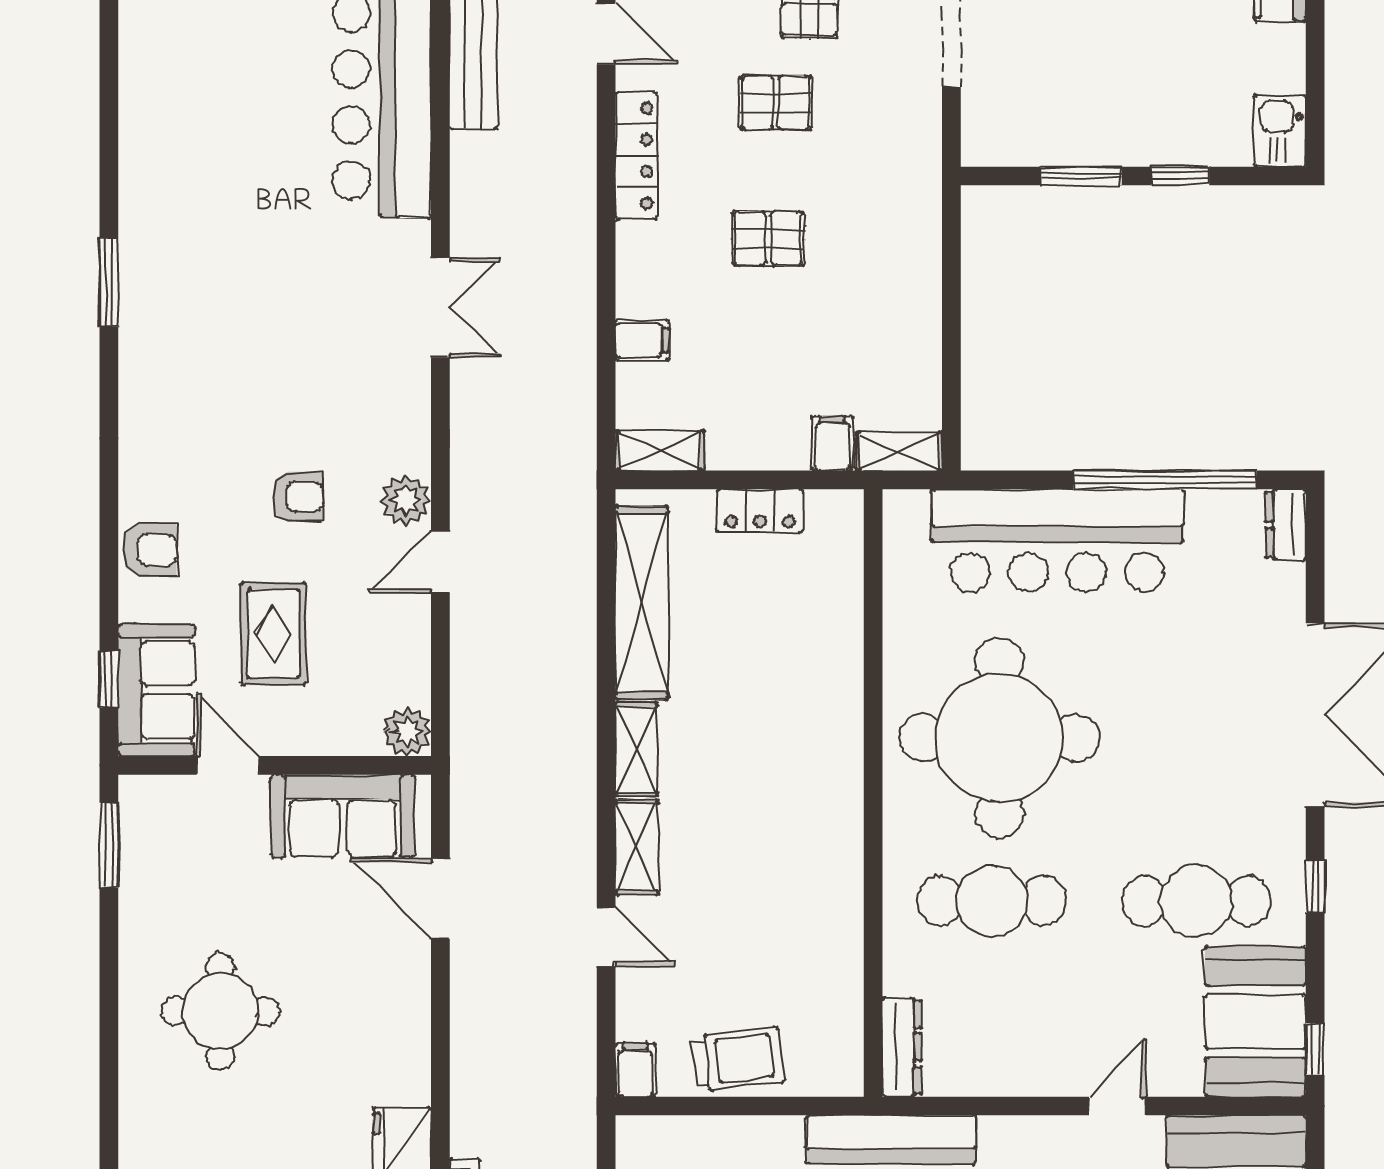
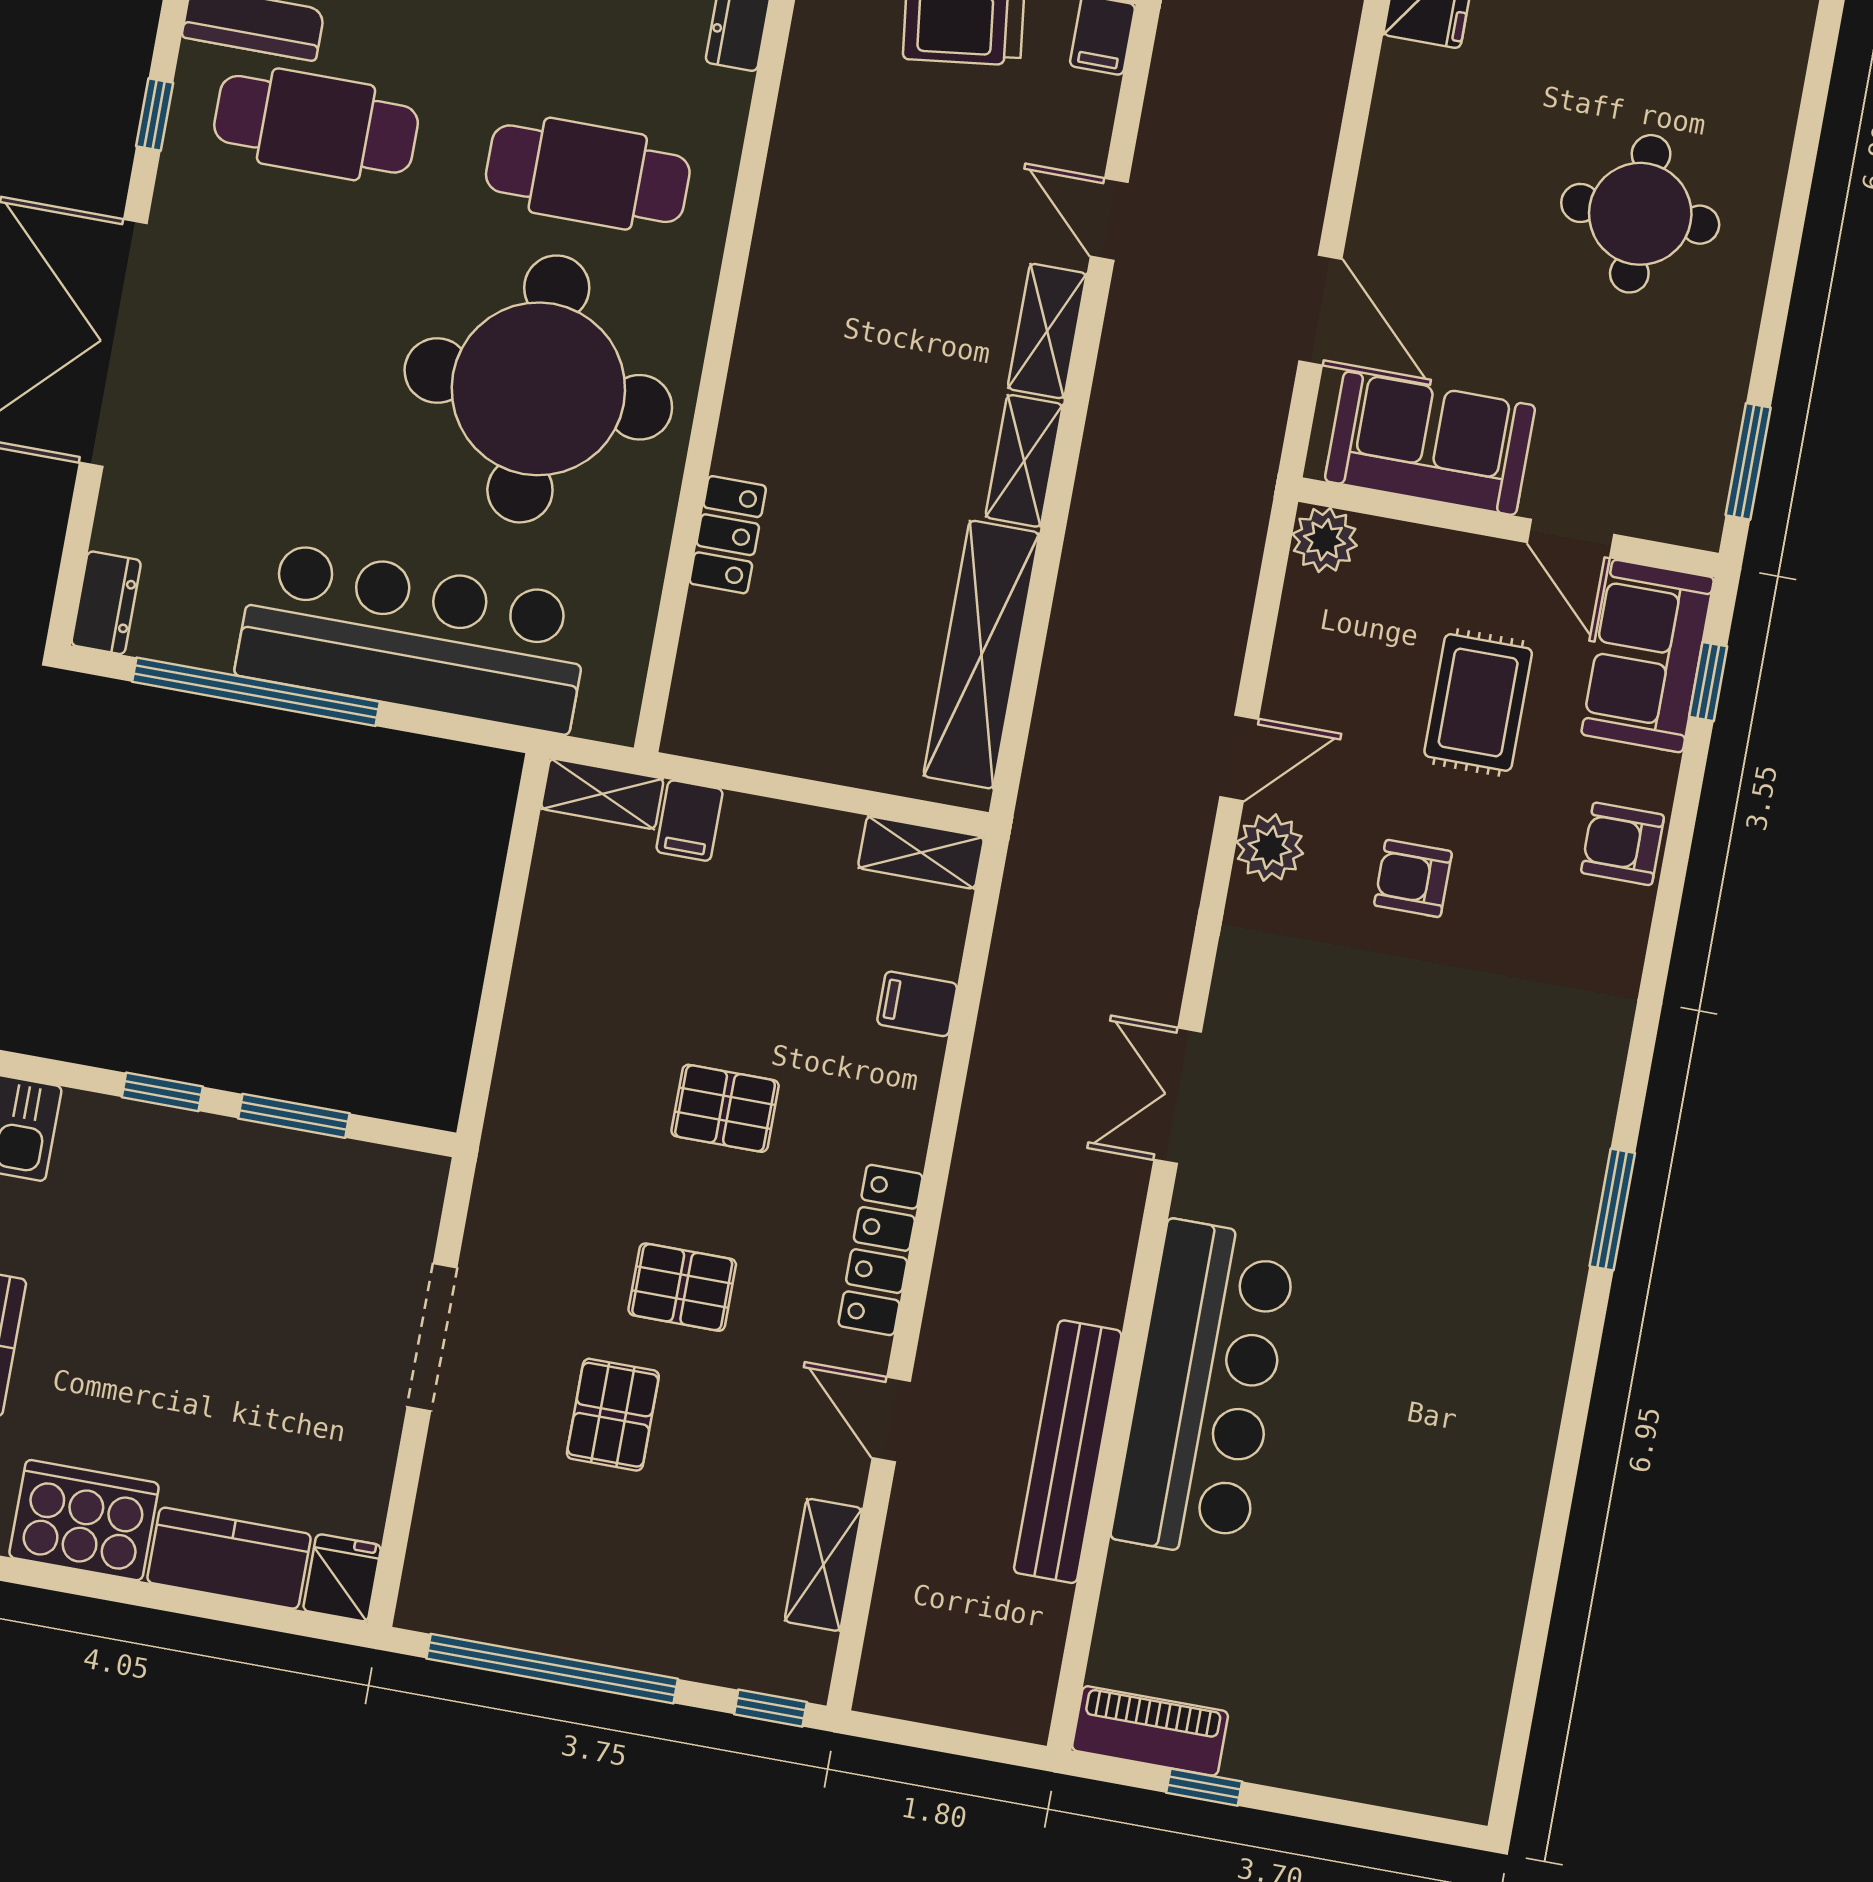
locker: (760, 511) -> (728, 535), moved, turned 90

